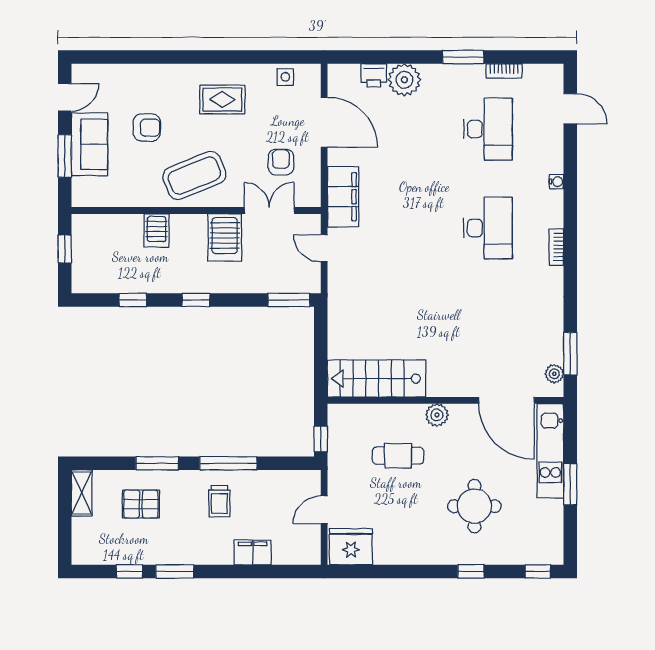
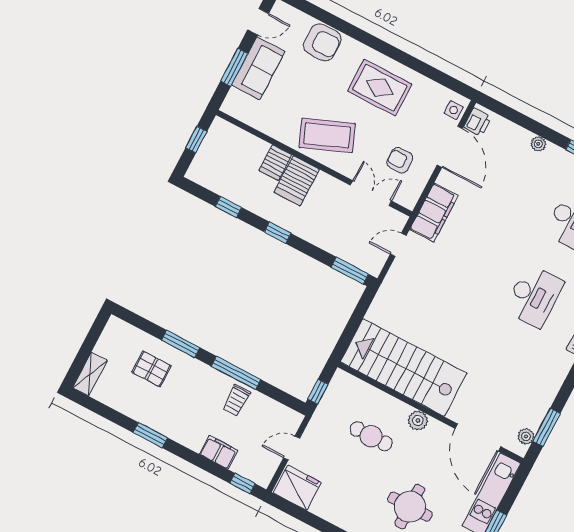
printer: (374, 75) -> (478, 122), moved, turned -90
side table: (285, 77) -> (454, 110), moved
plant: (404, 80) -> (538, 144), width x0.53, depth x0.53
rug: (222, 99) -> (380, 88), width x1.36, depth x1.43
armchair: (147, 128) -> (322, 42), moved, width x1.38, depth x1.38
armchair: (281, 162) -> (400, 160), turned -90
server rack: (225, 237) -> (297, 181), moved
door: (324, 248) -> (398, 245), hinge flipped
stairs: (377, 379) -> (404, 367), width x1.36, depth x1.51
shelving: (82, 493) -> (90, 374), moved
trolley: (219, 501) -> (236, 400), moved
window: (129, 571) -> (242, 484), moved

